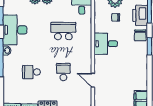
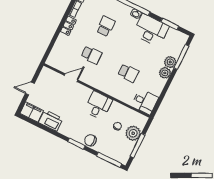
printer: (140, 15) -> (51, 121), moved
school desk: (63, 31) -> (128, 73), width x0.54

